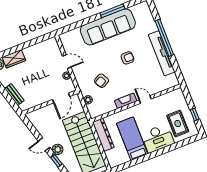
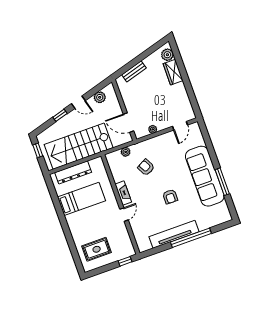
door: (67, 62) -> (180, 126), moved
window: (195, 114) -> (125, 261), moved
dresser: (103, 135) -> (73, 172), moved
desk: (158, 138) -> (81, 227), removed
door: (44, 144) -> (78, 102), swing flipped
plant: (58, 149) -> (100, 97), moved

